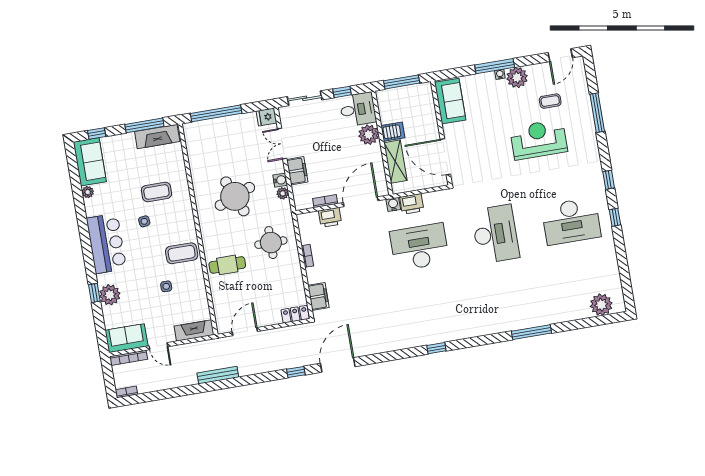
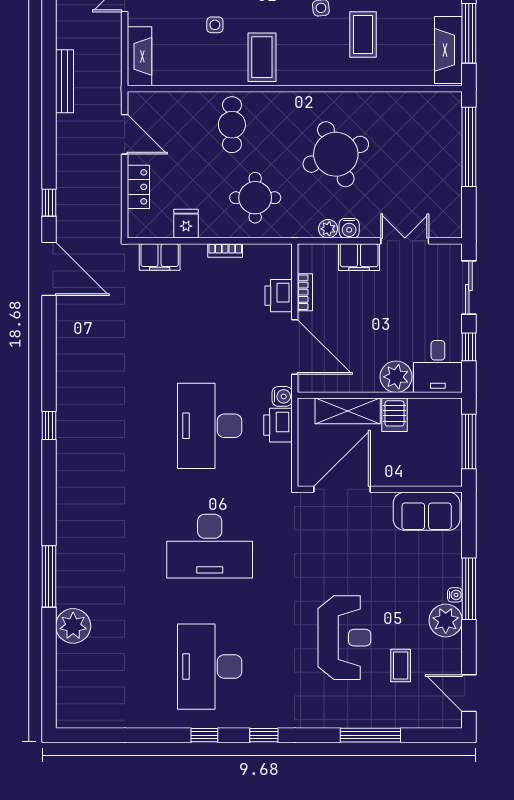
fridge: (266, 117) -> (186, 224), moved
desk: (419, 247) -> (210, 426), turned 180
plant: (601, 305) -> (73, 626), moved
locker: (295, 314) -> (138, 187), moved

